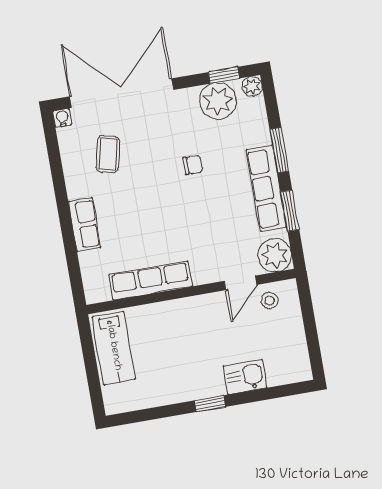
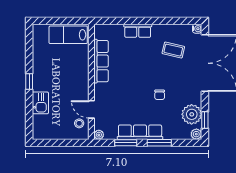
plant: (275, 255) -> (99, 135), width x0.53, depth x0.53

